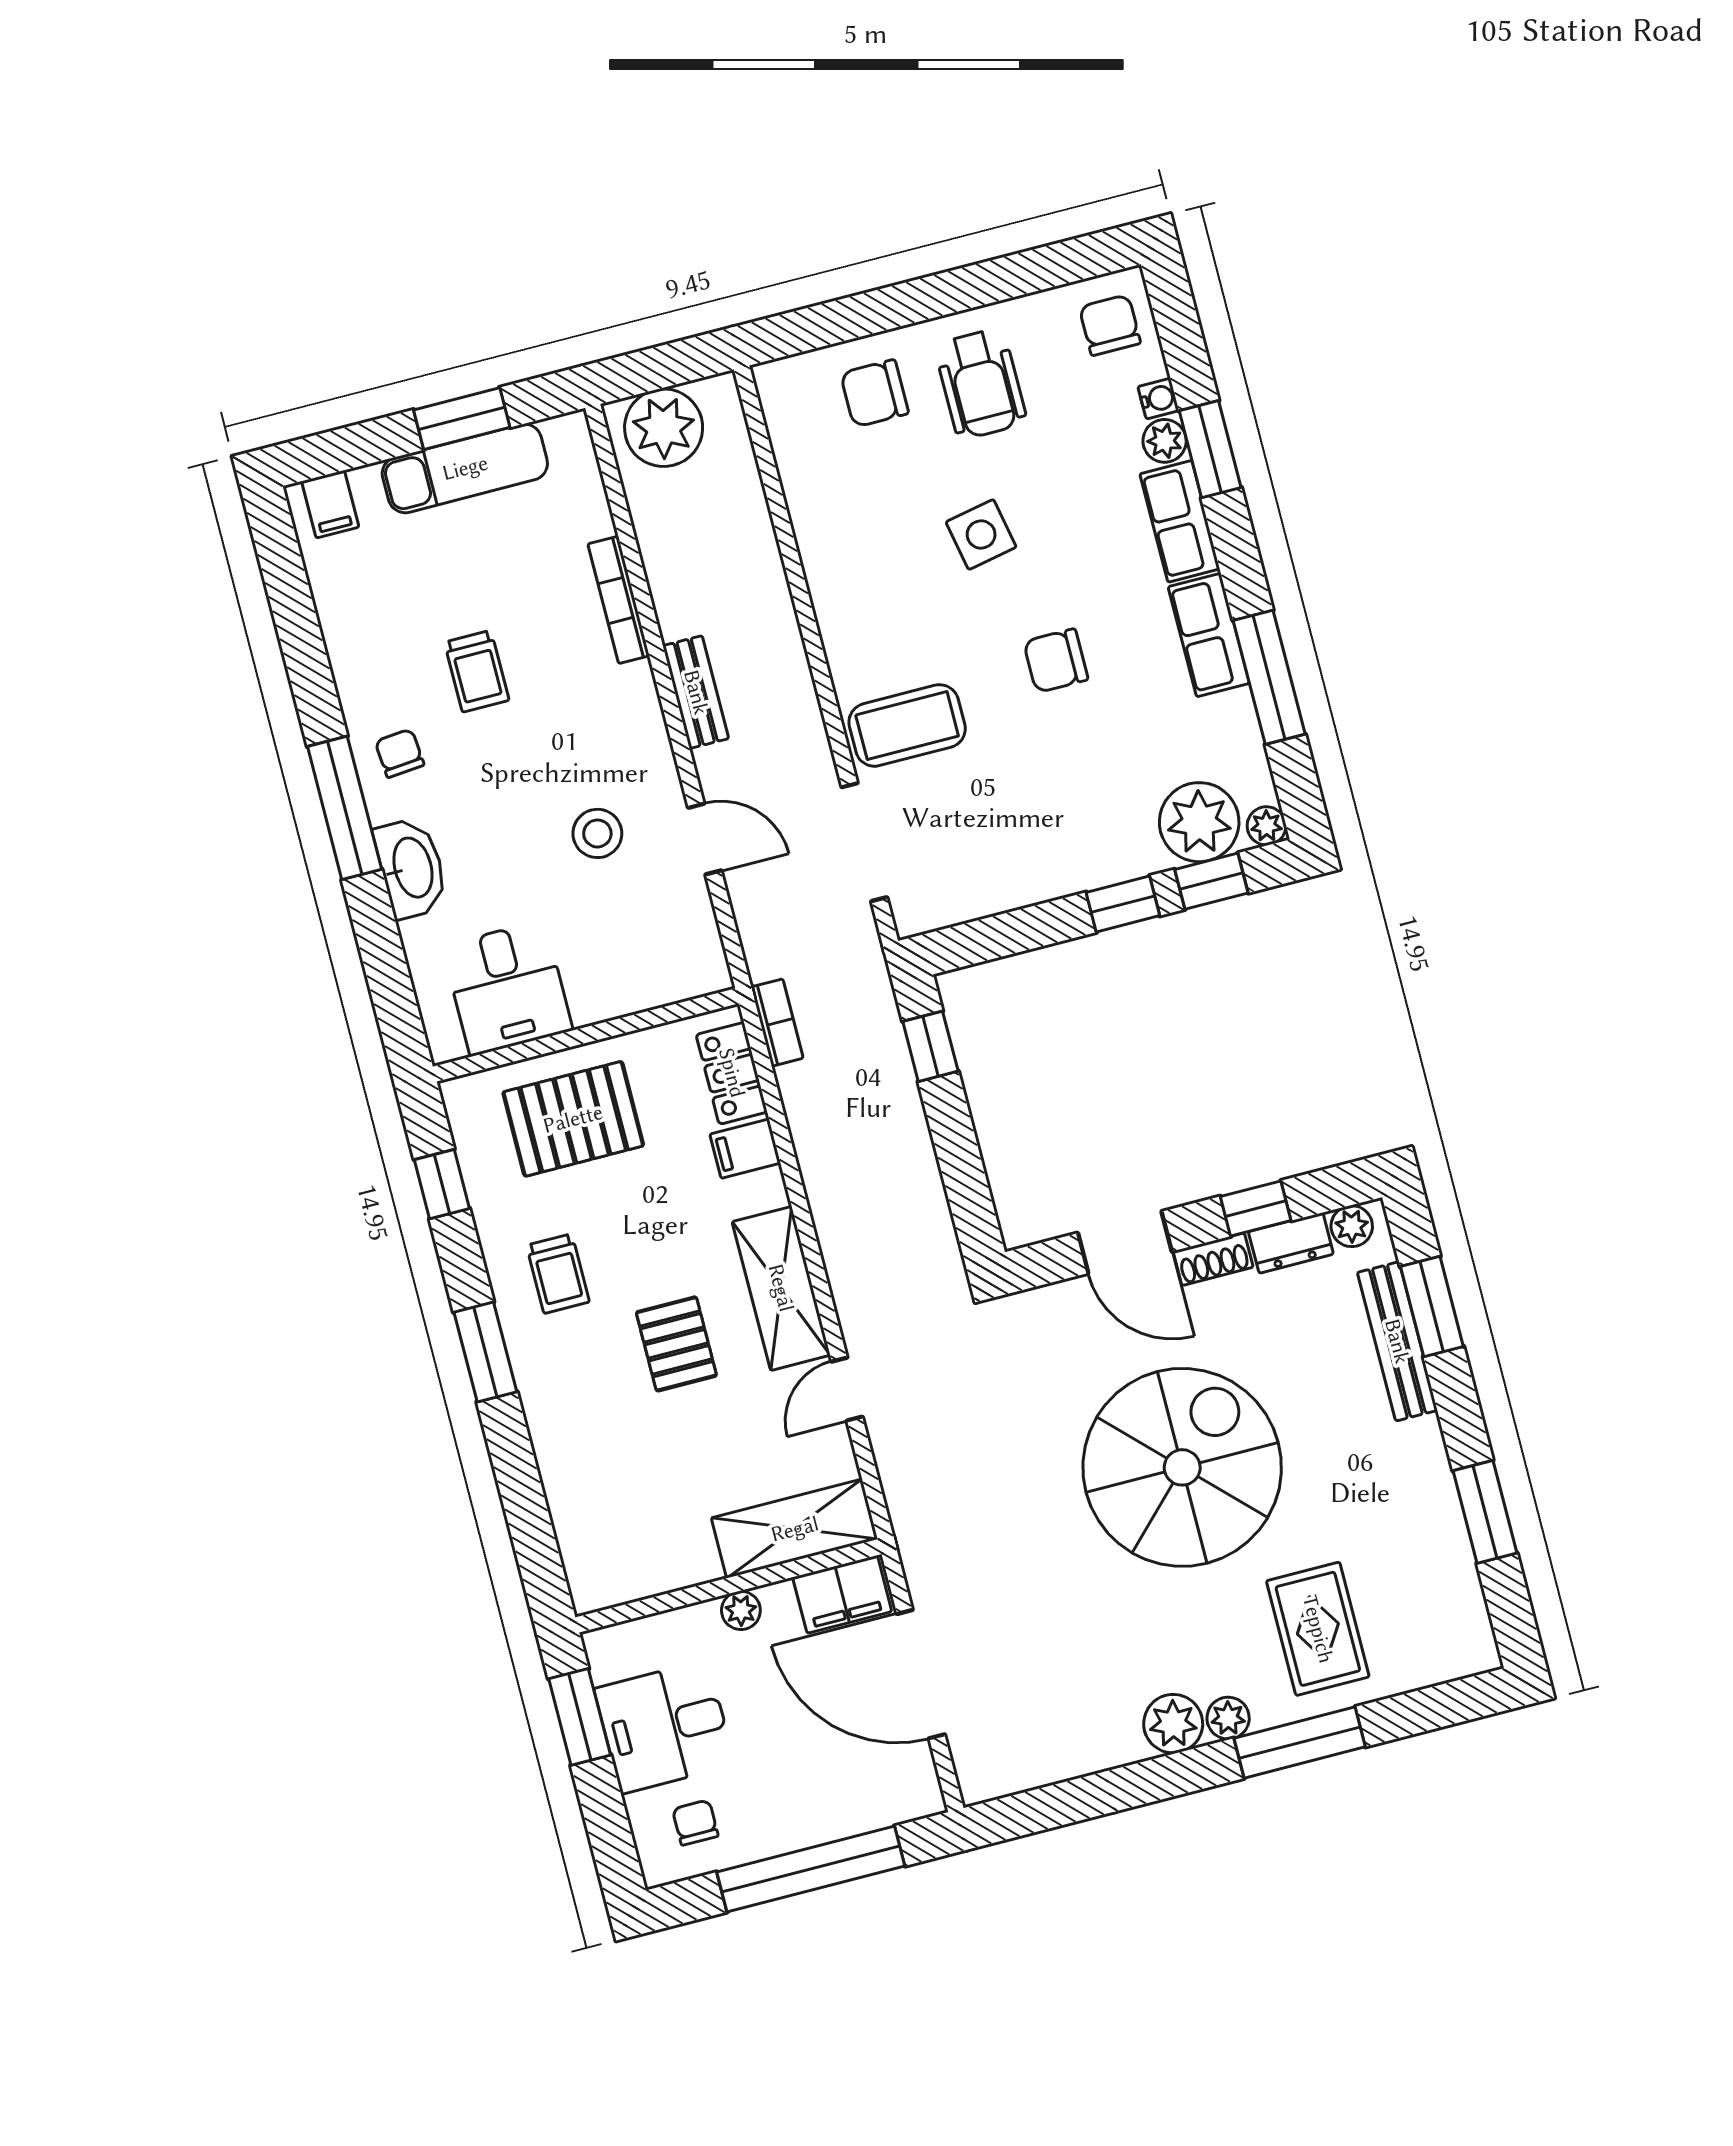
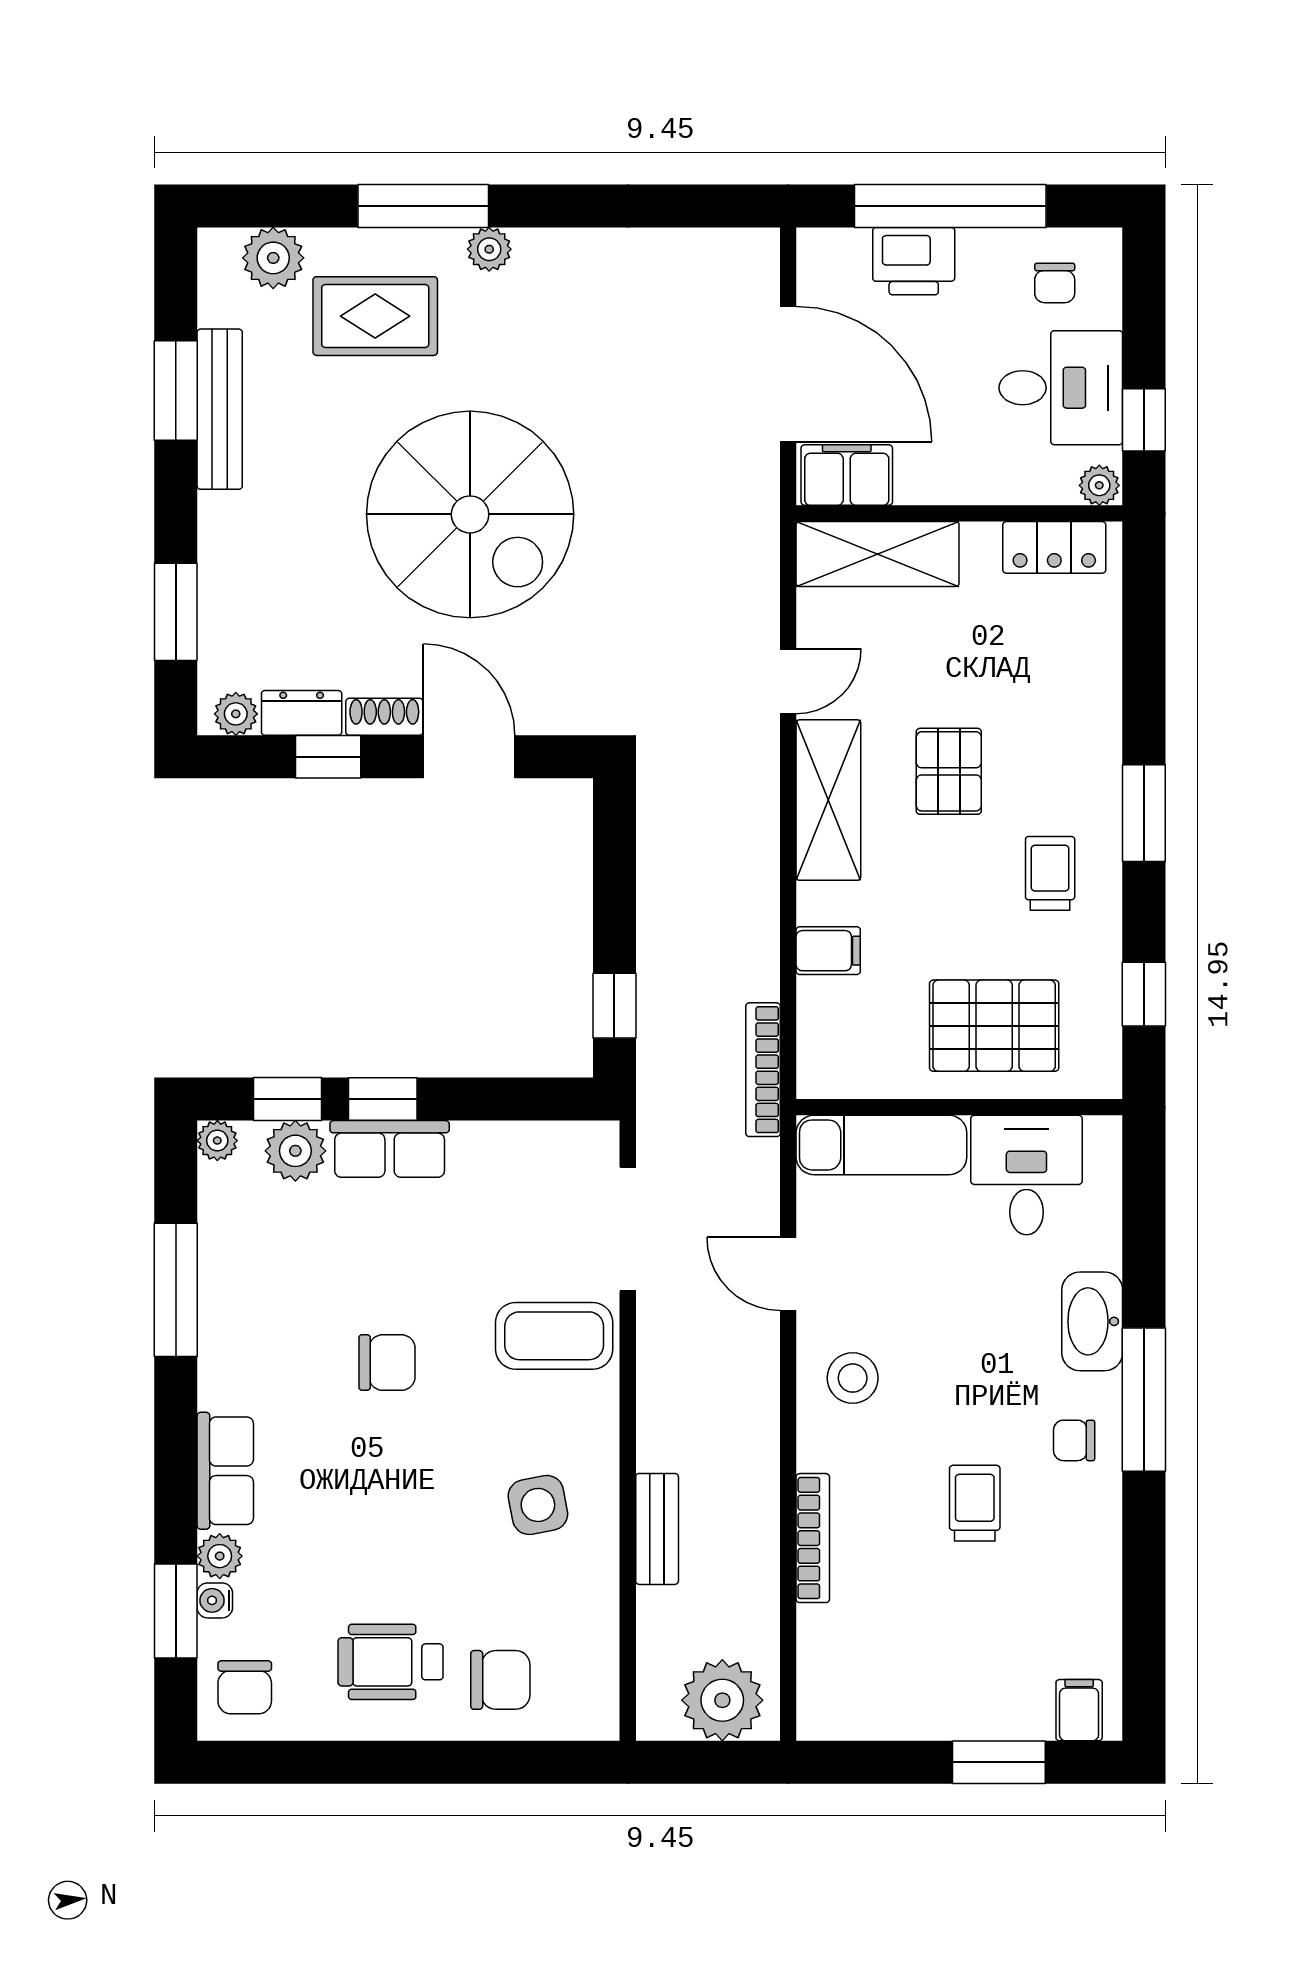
wheelchair: (981, 384) -> (391, 1662), turned -90
window: (462, 419) -> (999, 1762), moved
window: (1210, 449) -> (176, 1611), moved
exam couch: (465, 468) -> (881, 1145), moved, turned 180
side table: (981, 534) -> (538, 1505), moved
row of seats: (1209, 635) -> (390, 1149), moved, turned 90
bench: (696, 692) -> (657, 1529), moved
chair: (400, 753) -> (1074, 1440), turned 95
plant: (1199, 822) -> (295, 1151), width x0.73, depth x0.73
stool: (597, 833) -> (853, 1378), moved
bookcase: (777, 1023) -> (763, 1070), width x1.56
locker: (732, 1073) -> (1054, 547), moved, turned 90
bench: (1397, 1341) -> (220, 409), moved
spiral stairs: (1182, 1467) -> (470, 514), turned -90
plant: (741, 1610) -> (1099, 485), moved
rug: (1318, 1629) -> (375, 316), turned 90
window: (580, 1717) -> (1144, 420), width x0.67
plant: (1173, 1724) -> (273, 258), moved
printer: (831, 1809) -> (914, 261), added

